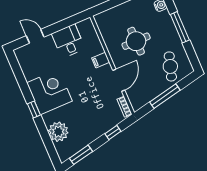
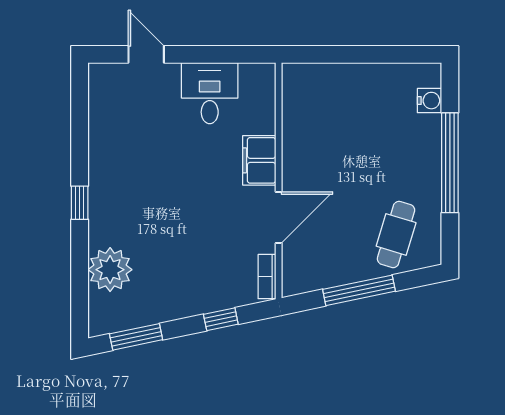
window: (180, 27) -> (450, 163), width x1.46
round table: (136, 41) -> (348, 153), removed
filing cabinet: (101, 60) -> (259, 160), width x2.00
corner desk: (49, 92) -> (127, 181), removed

